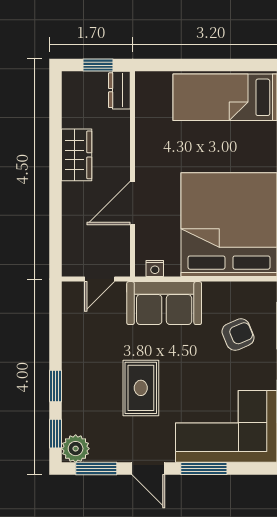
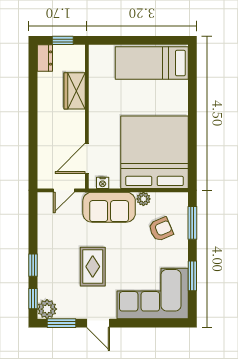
dresser: (119, 90) -> (45, 58), moved, turned 180
wardrobe: (77, 155) -> (75, 91), moved, turned 180
door: (133, 203) -> (87, 158), moved
plant: (213, 291) -> (143, 199), added
window: (204, 469) -> (137, 323), removed

